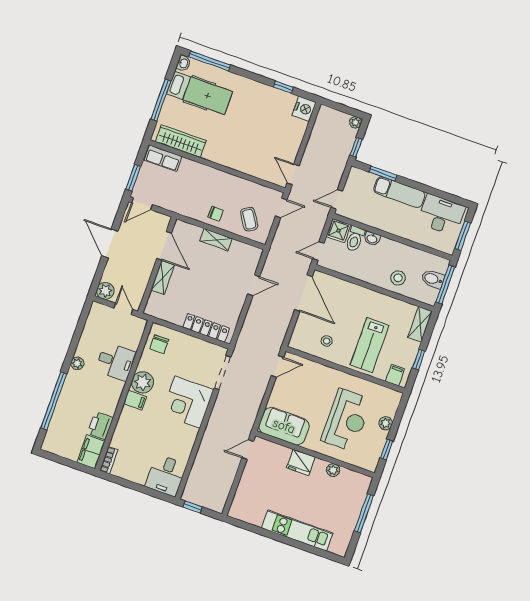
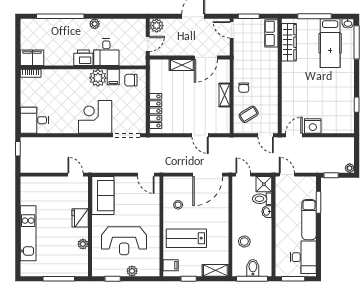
nightstand: (304, 109) -> (313, 126), moved
filing cabinet: (135, 400) -> (113, 77), moved
printer: (100, 426) -> (83, 58), moved

